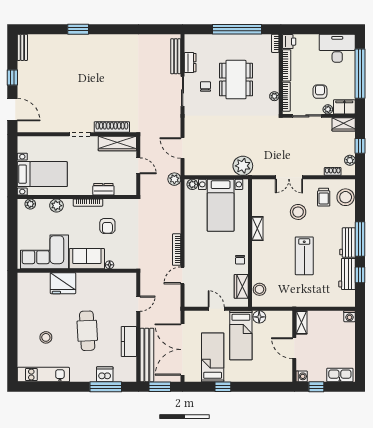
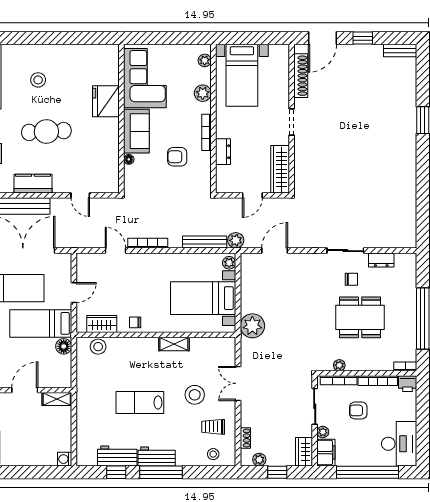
bench: (176, 56) -> (205, 242), moved
armchair: (320, 92) -> (358, 410), moved, turned 180
shoe rack: (112, 127) -> (301, 76), moved
stool: (346, 197) -> (213, 454), width x0.53, depth x0.53

